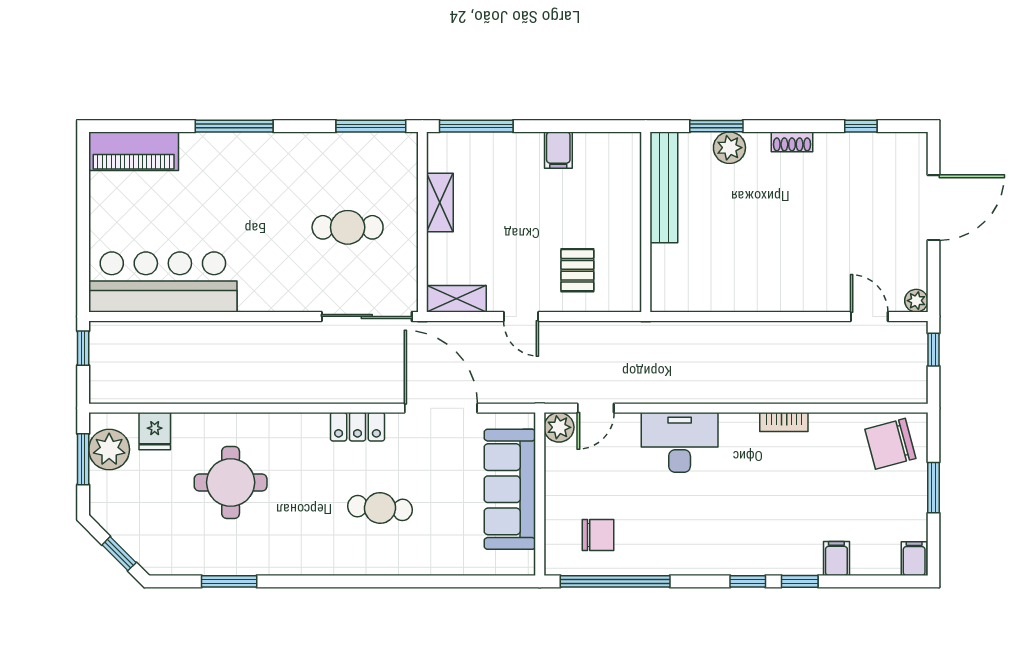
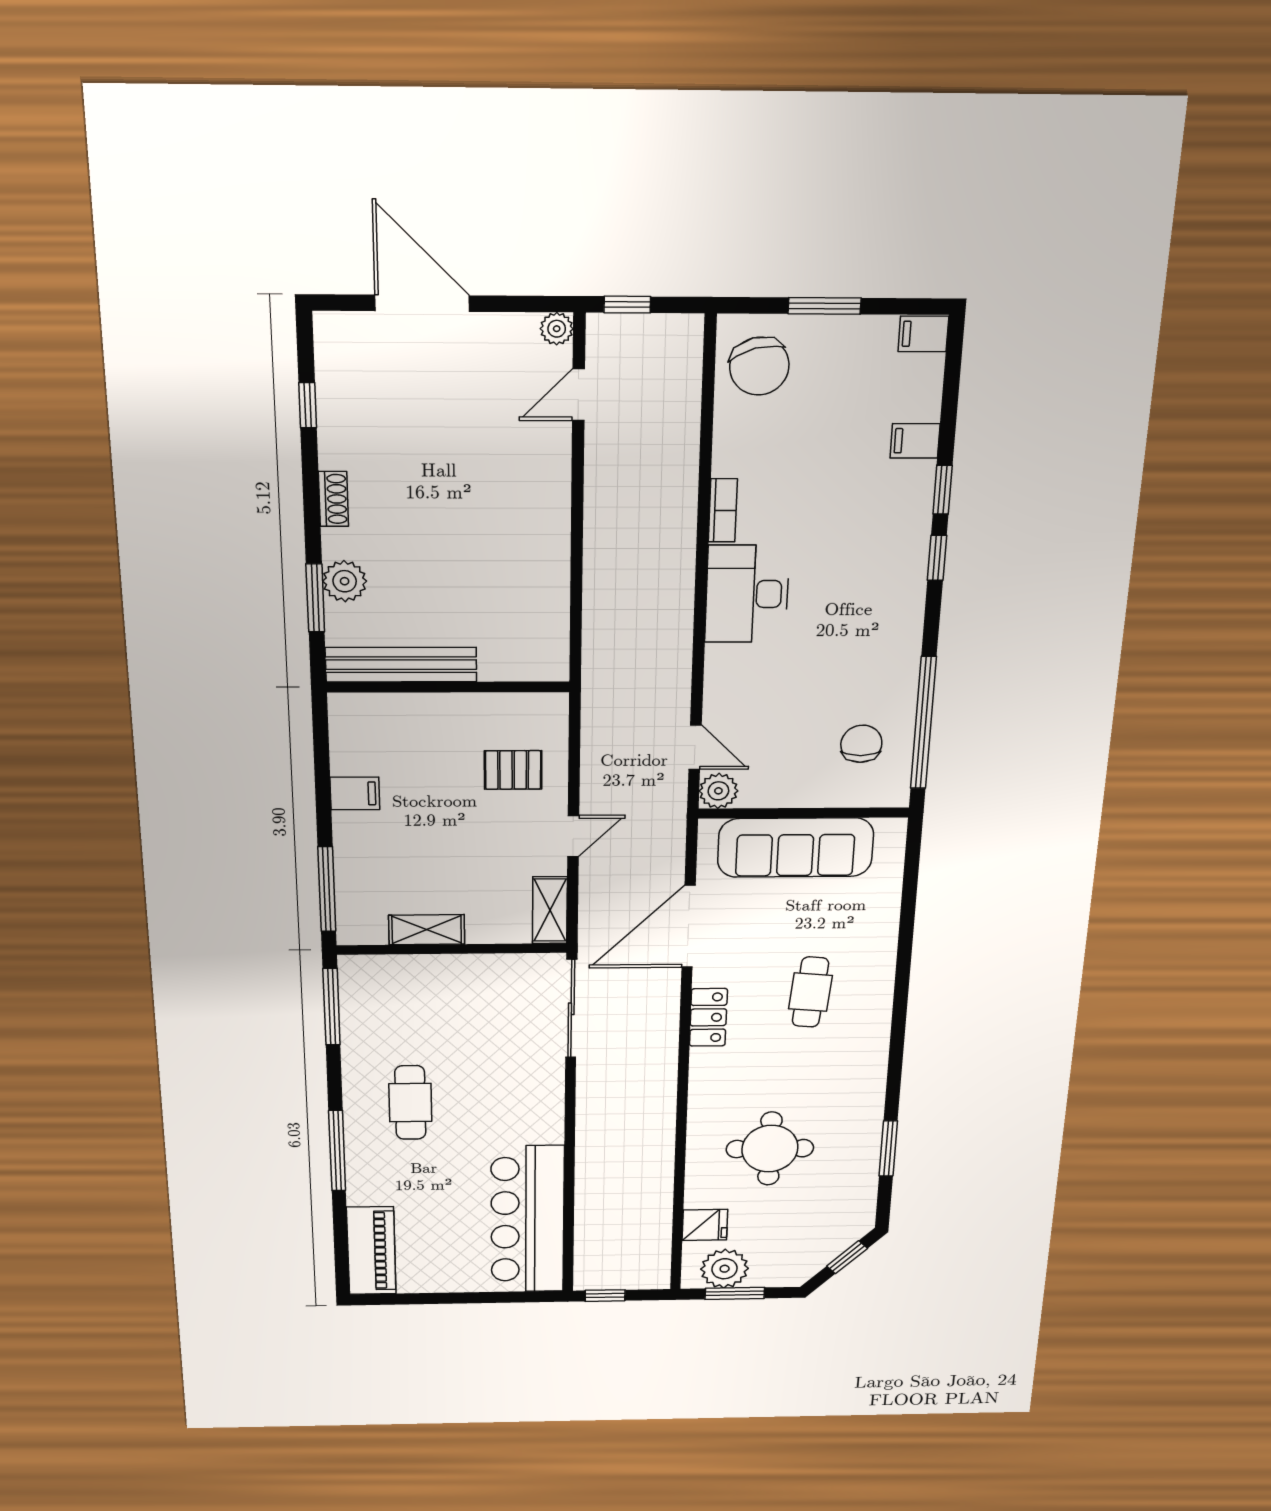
cafe table: (348, 227) -> (410, 1103), moved
desk: (680, 442) -> (747, 594), moved

